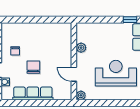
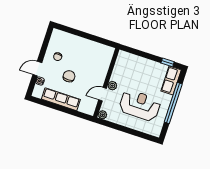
plant: (81, 48) -> (112, 86), moved
door: (74, 74) -> (103, 94), hinge flipped

